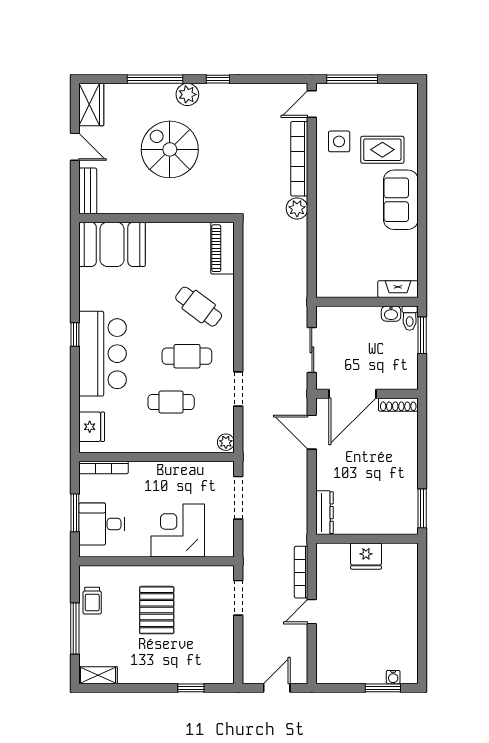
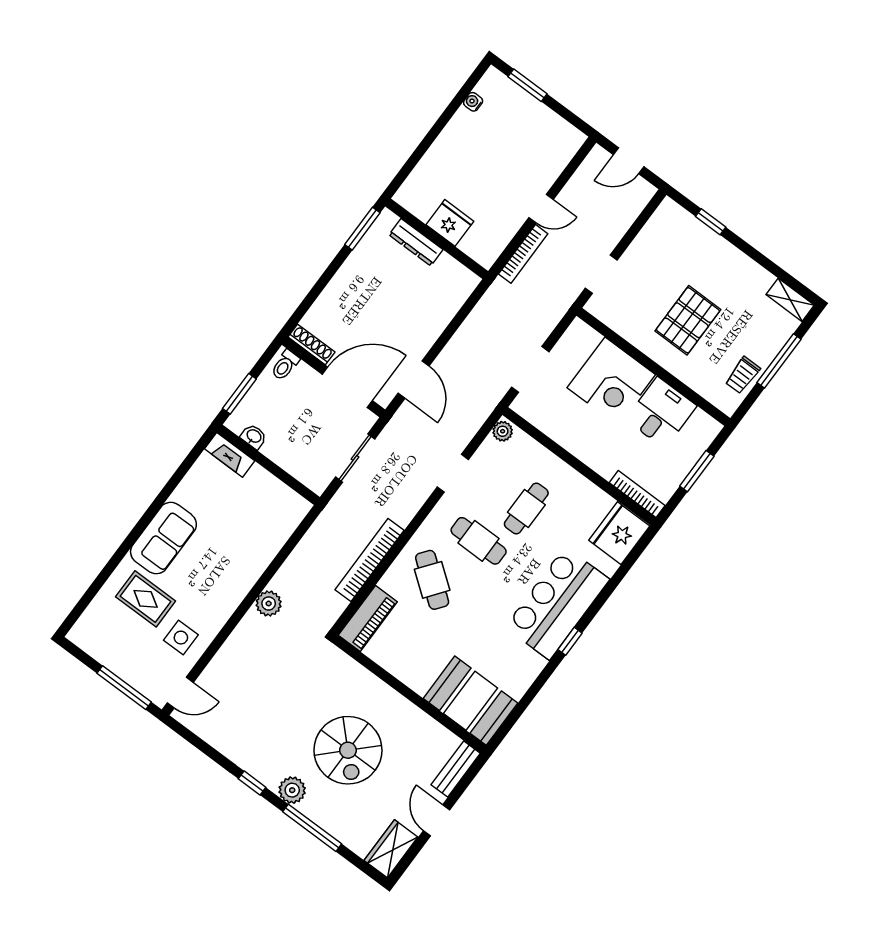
bookcase: (299, 159) -> (369, 560), moved, turned 180
toilet: (410, 318) -> (285, 365), moved, turned 180
cafe table: (171, 402) -> (526, 508), turned 90
fridge: (92, 427) -> (619, 533), width x1.36, depth x1.34
dresser: (325, 513) -> (416, 242), moved, turned -90
desk: (102, 524) -> (661, 413), moved, turned -90
trolley: (92, 601) -> (743, 375), turned 180
water cooler: (393, 677) -> (473, 102), moved, turned -90

